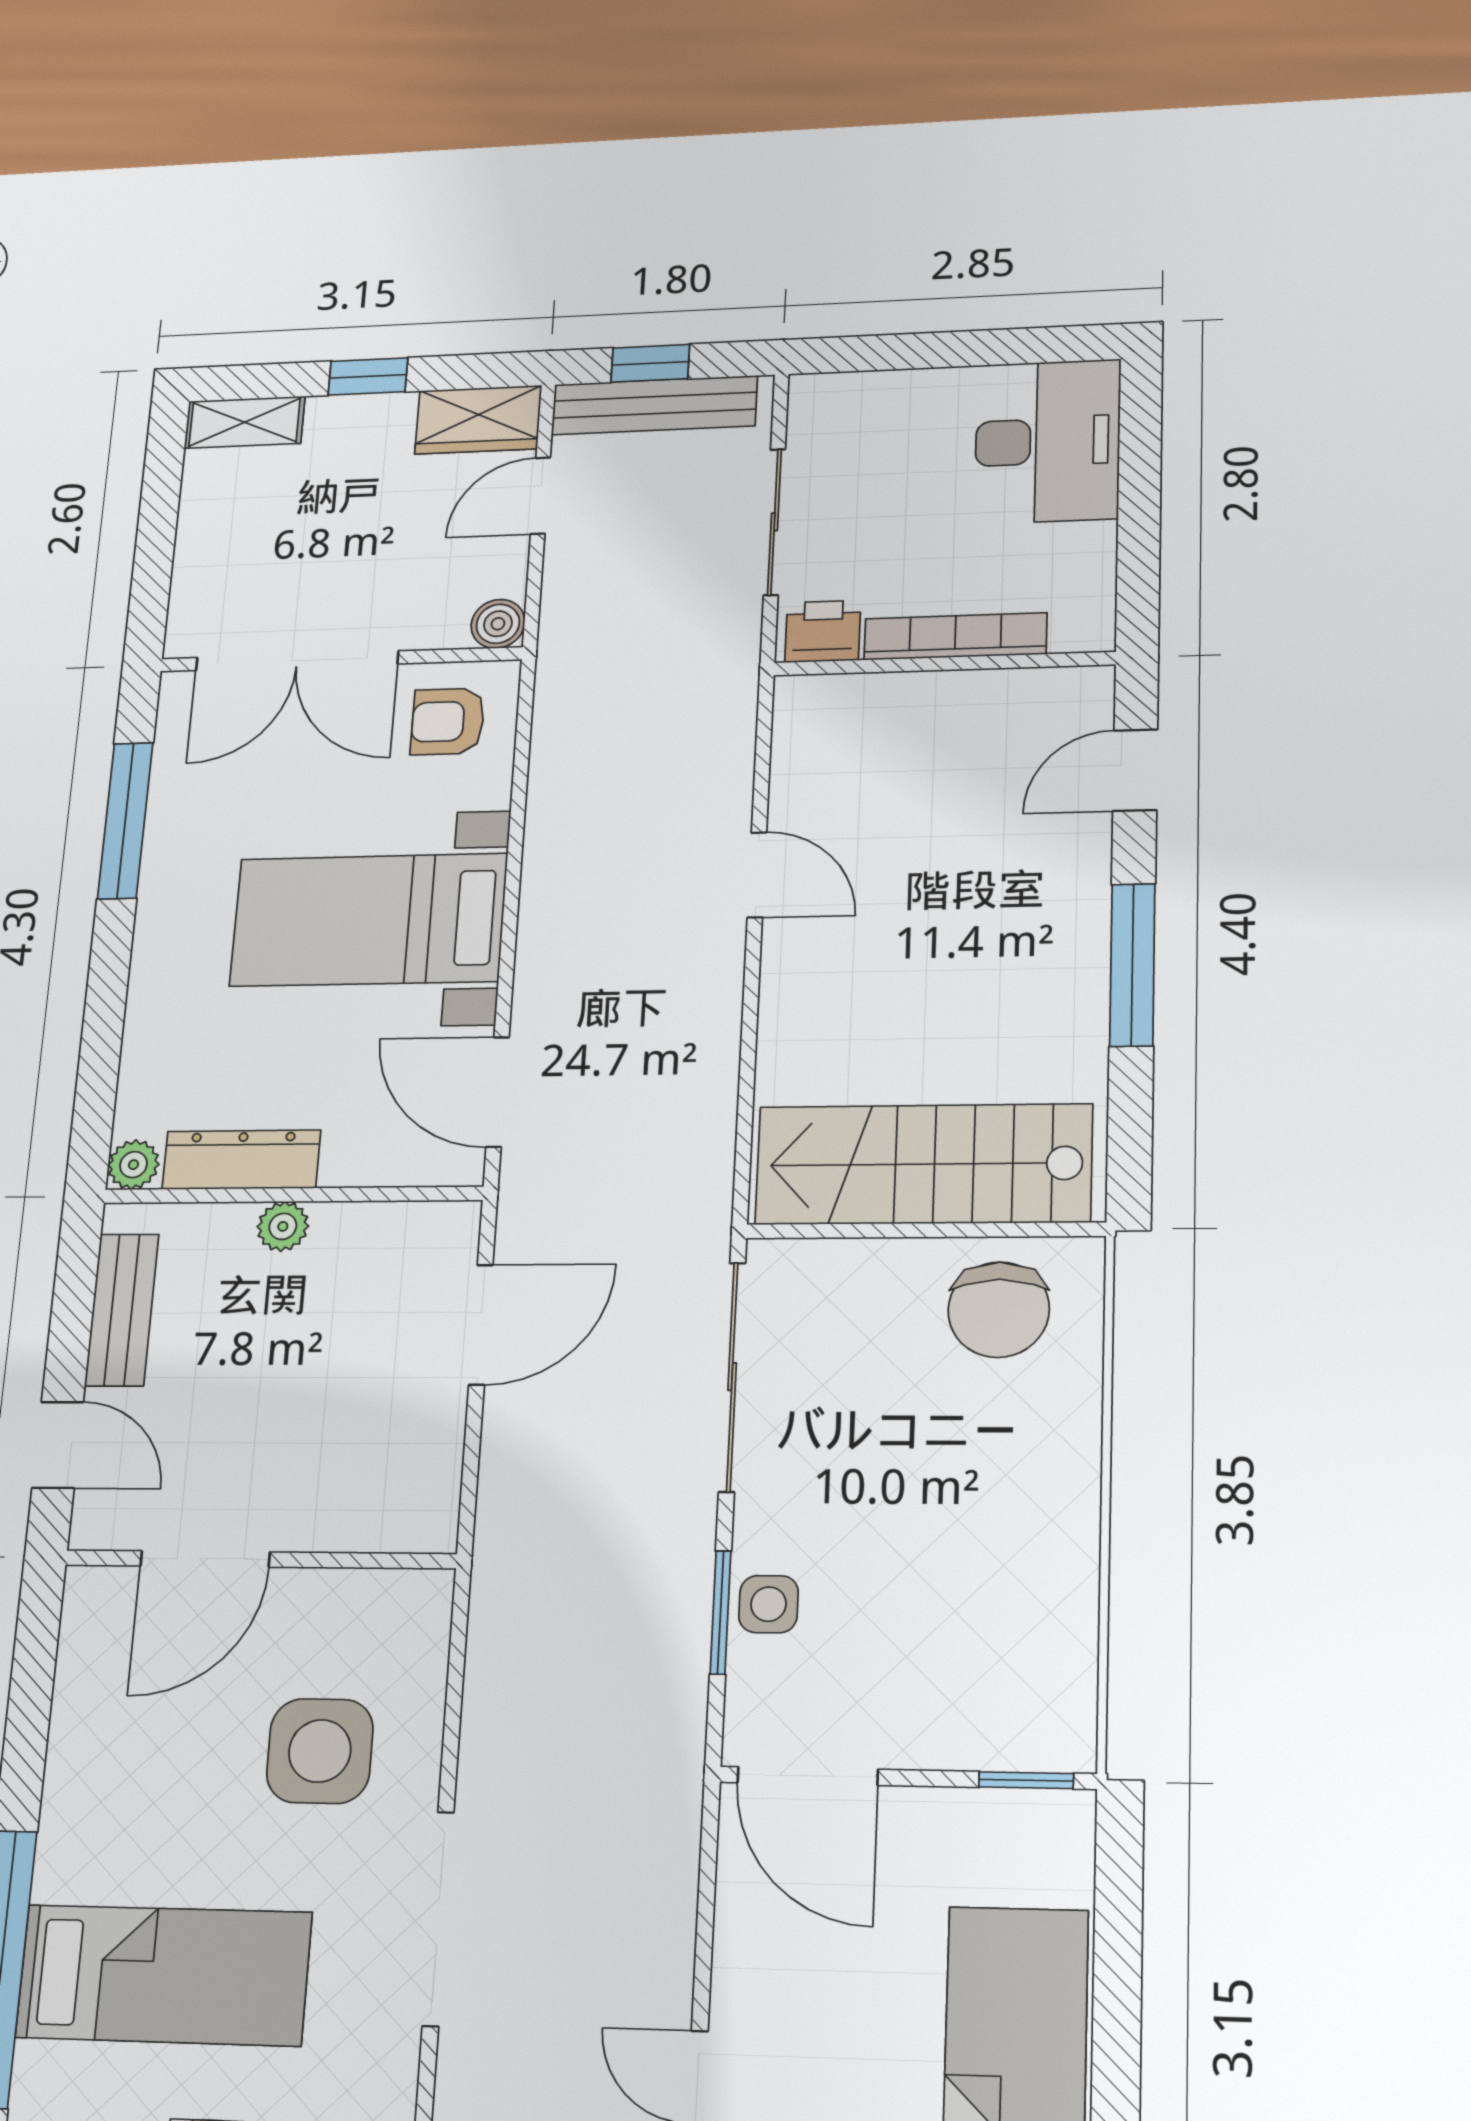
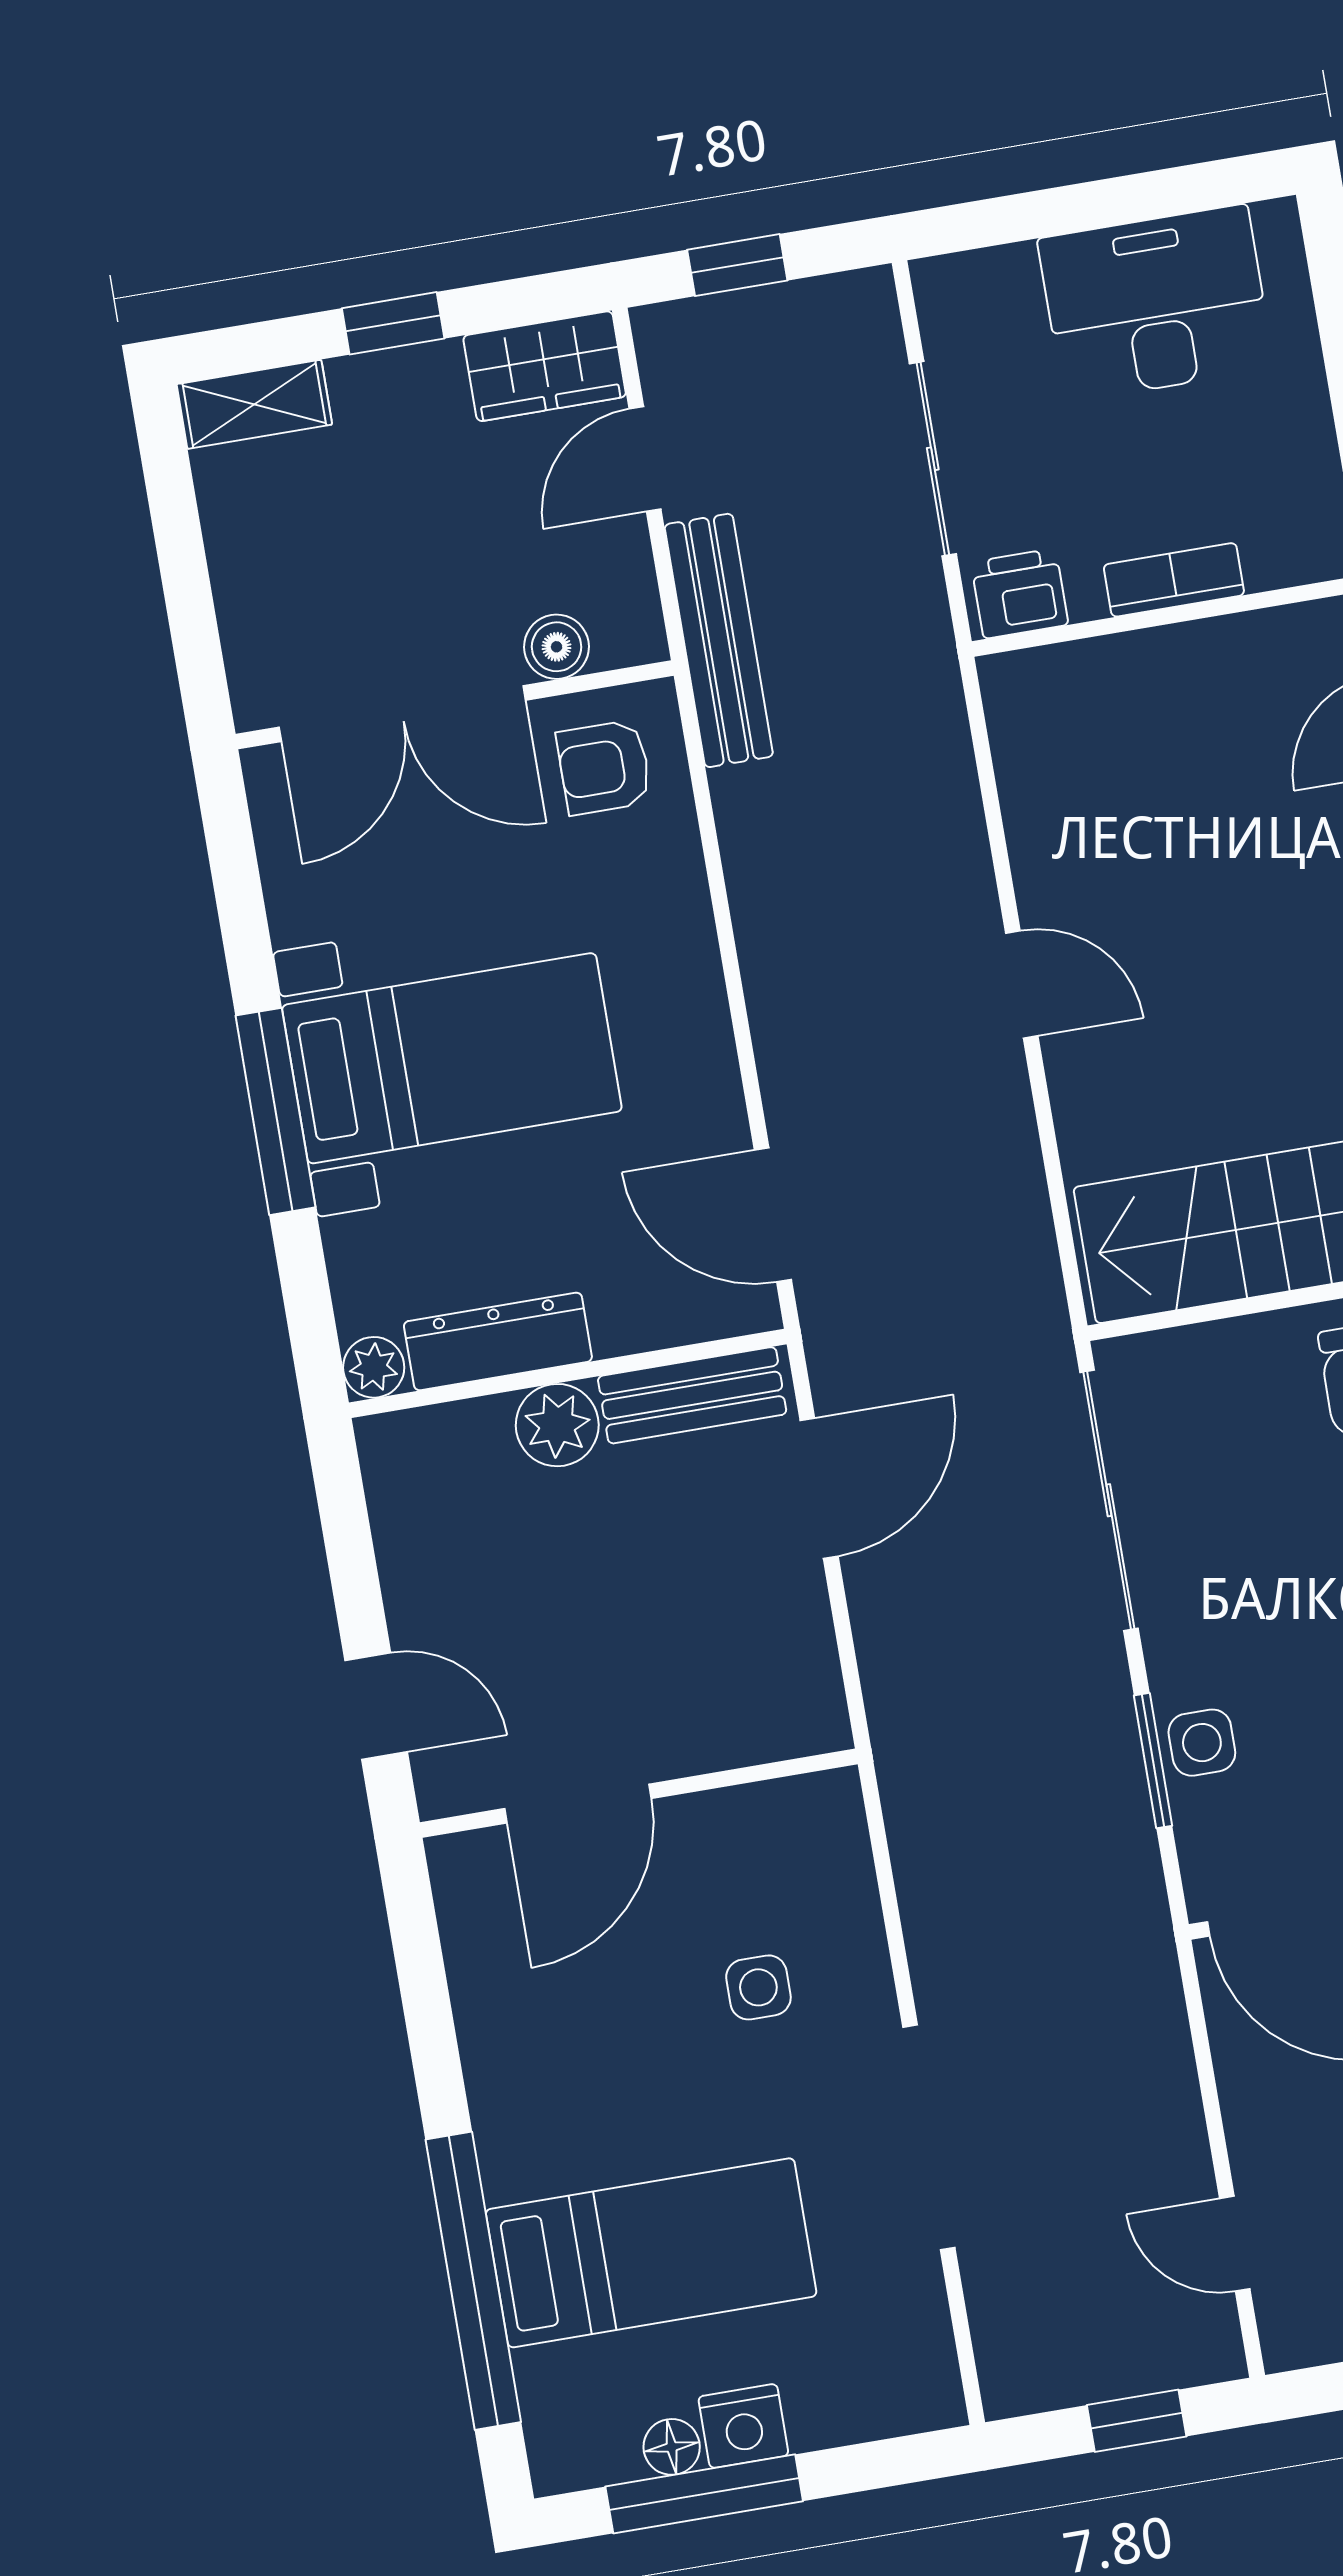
bench: (654, 405) -> (719, 640), moved, turned 90
desk: (1048, 441) -> (1156, 303), moved, turned -90
boiler: (498, 624) -> (557, 647), moved
bookcase: (955, 636) -> (1174, 580), width x0.64
window: (125, 820) -> (276, 1111), moved
door: (757, 875) -> (1022, 984), moved
bed with nightstands: (369, 920) -> (452, 1058), moved, turned 180
plant: (283, 1226) -> (557, 1425), width x1.38, depth x1.38
bench: (122, 1310) -> (692, 1395), moved, turned 90
side table: (320, 1751) -> (758, 1987), width x0.54, depth x0.54

